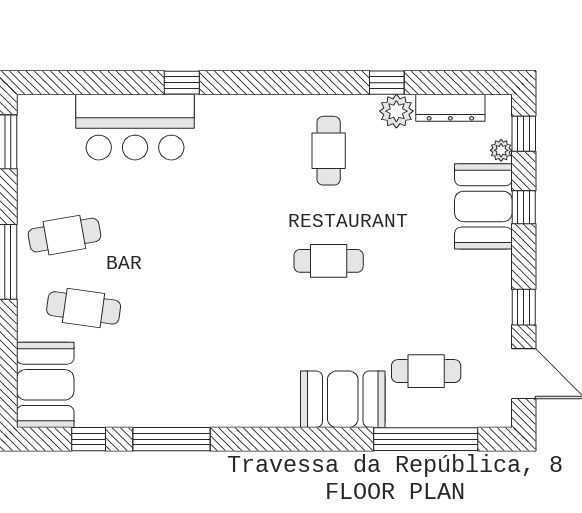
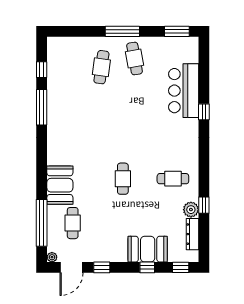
plant: (501, 150) -> (52, 257), moved
booth: (45, 385) -> (66, 50), removed

